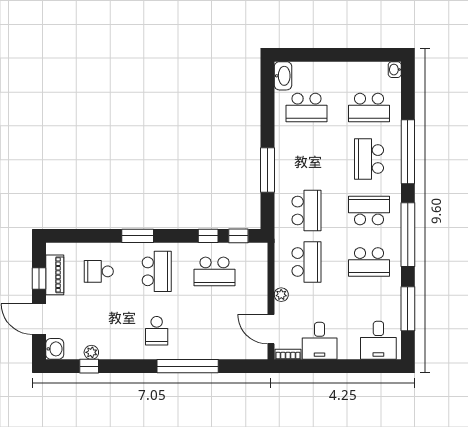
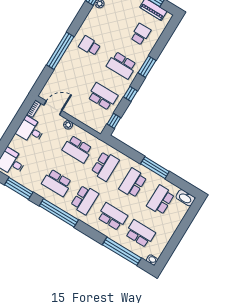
school desk: (369, 108) -> (140, 234), turned 90
window: (408, 152) -> (122, 251), moved
school desk: (307, 159) -> (133, 183), added
window: (268, 170) -> (155, 168), moved
school desk: (307, 211) -> (105, 166), turned -90
window: (208, 236) -> (130, 94), moved
school desk: (369, 262) -> (57, 183), turned -90
school desk: (214, 271) -> (103, 96), turned 90

